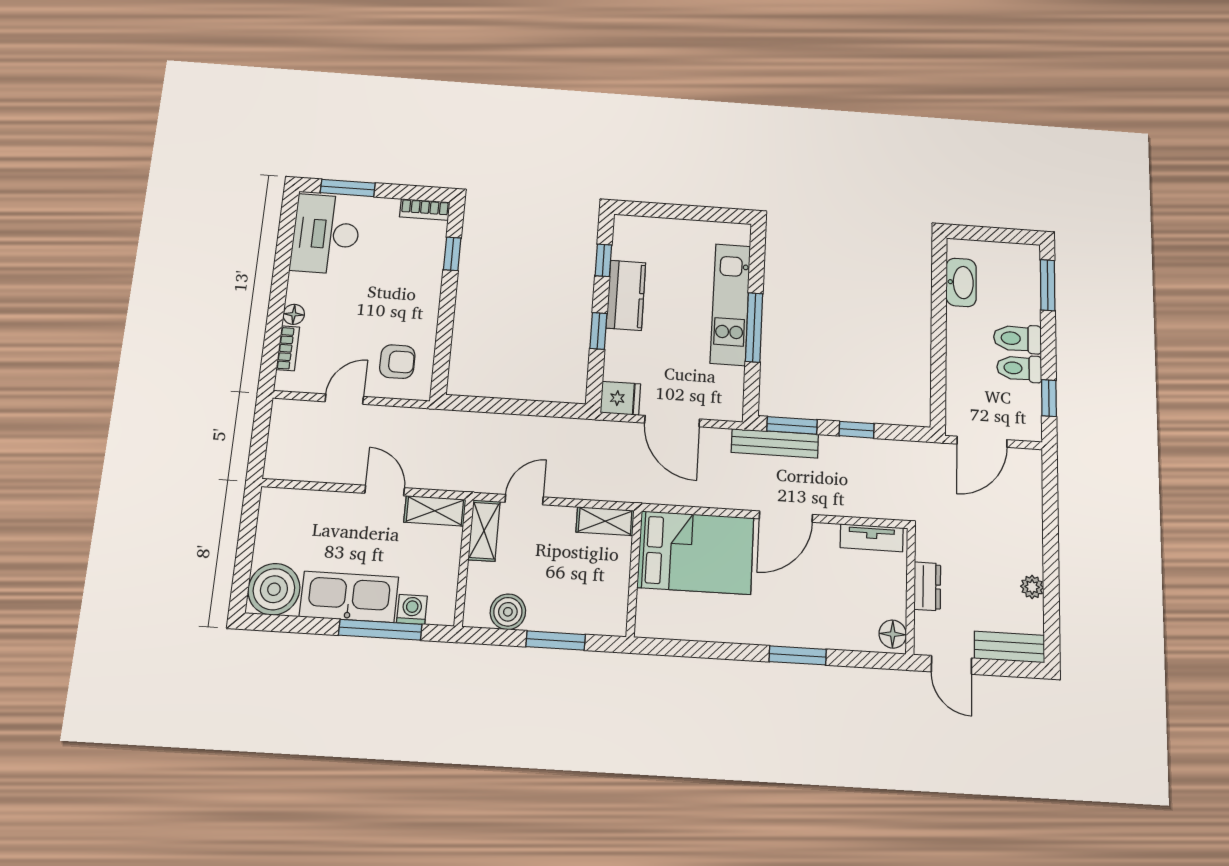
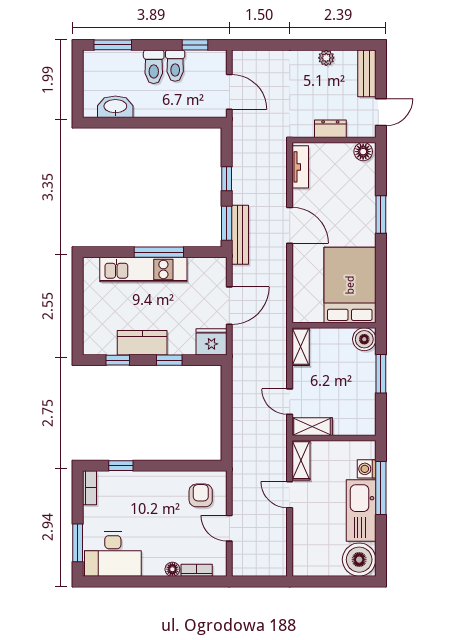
fridge: (620, 398) -> (212, 342), width x1.38
door: (385, 491) -> (290, 495), hinge flipped
bed: (696, 553) -> (350, 285), moved
boiler: (508, 612) -> (364, 339), moved

